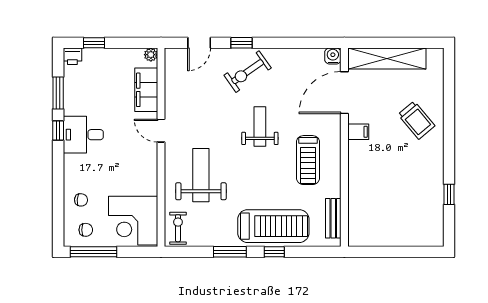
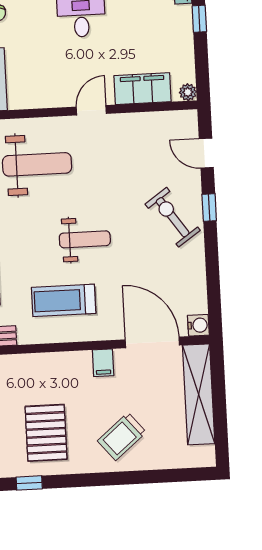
weight bench: (260, 127) -> (85, 239), moved
pallet: (411, 179) -> (46, 433), added

